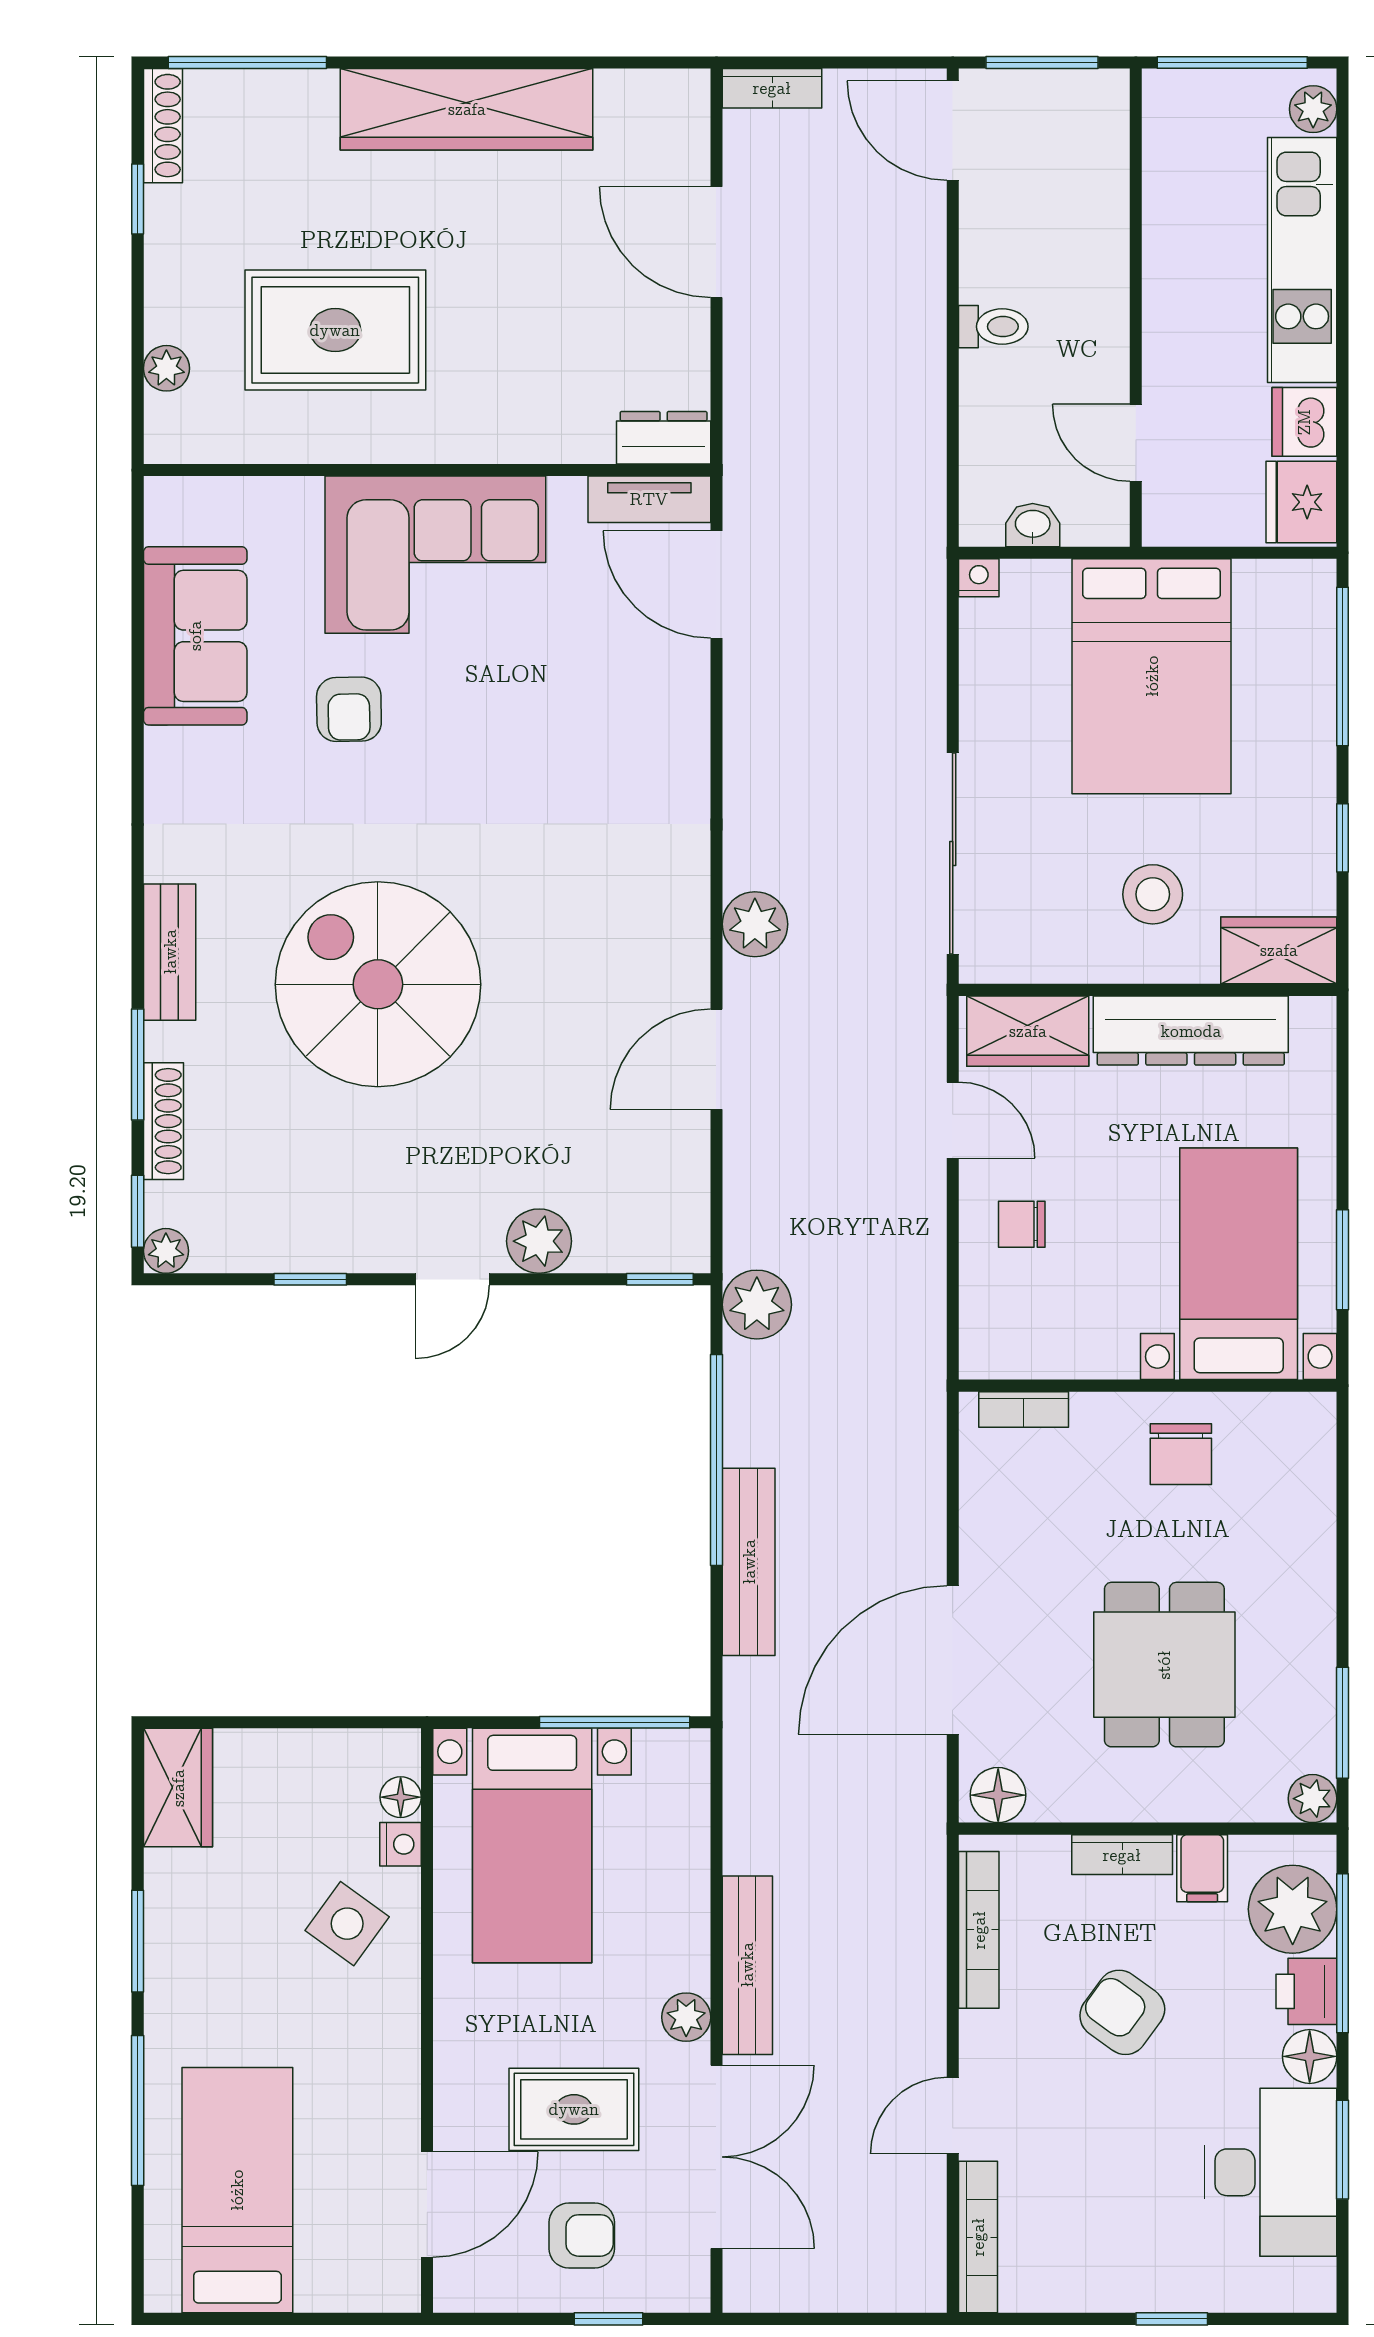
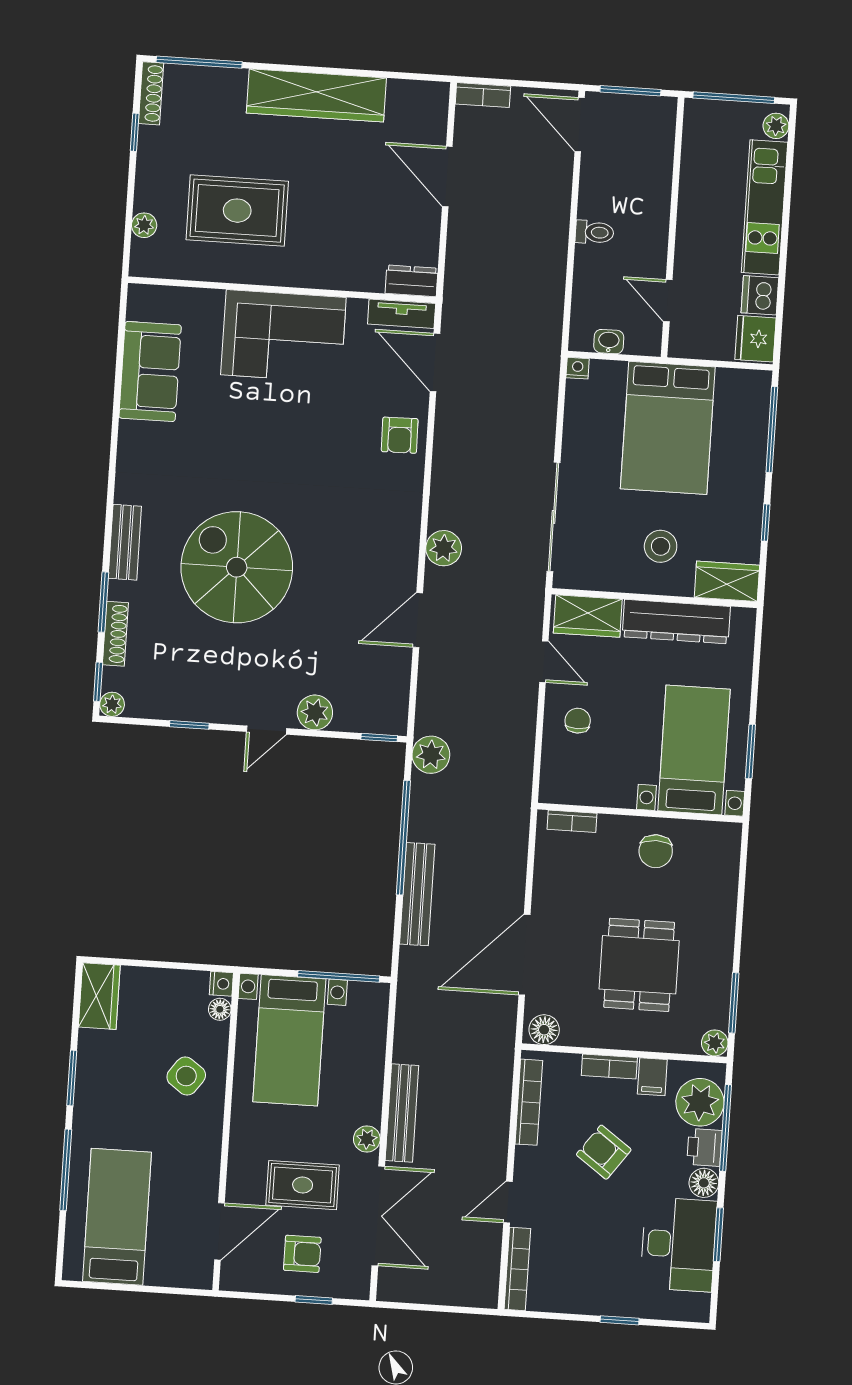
armchair: (349, 709) -> (400, 435), moved
chair: (1022, 1224) -> (578, 721), turned 90
nightstand: (400, 1844) -> (221, 984), moved

